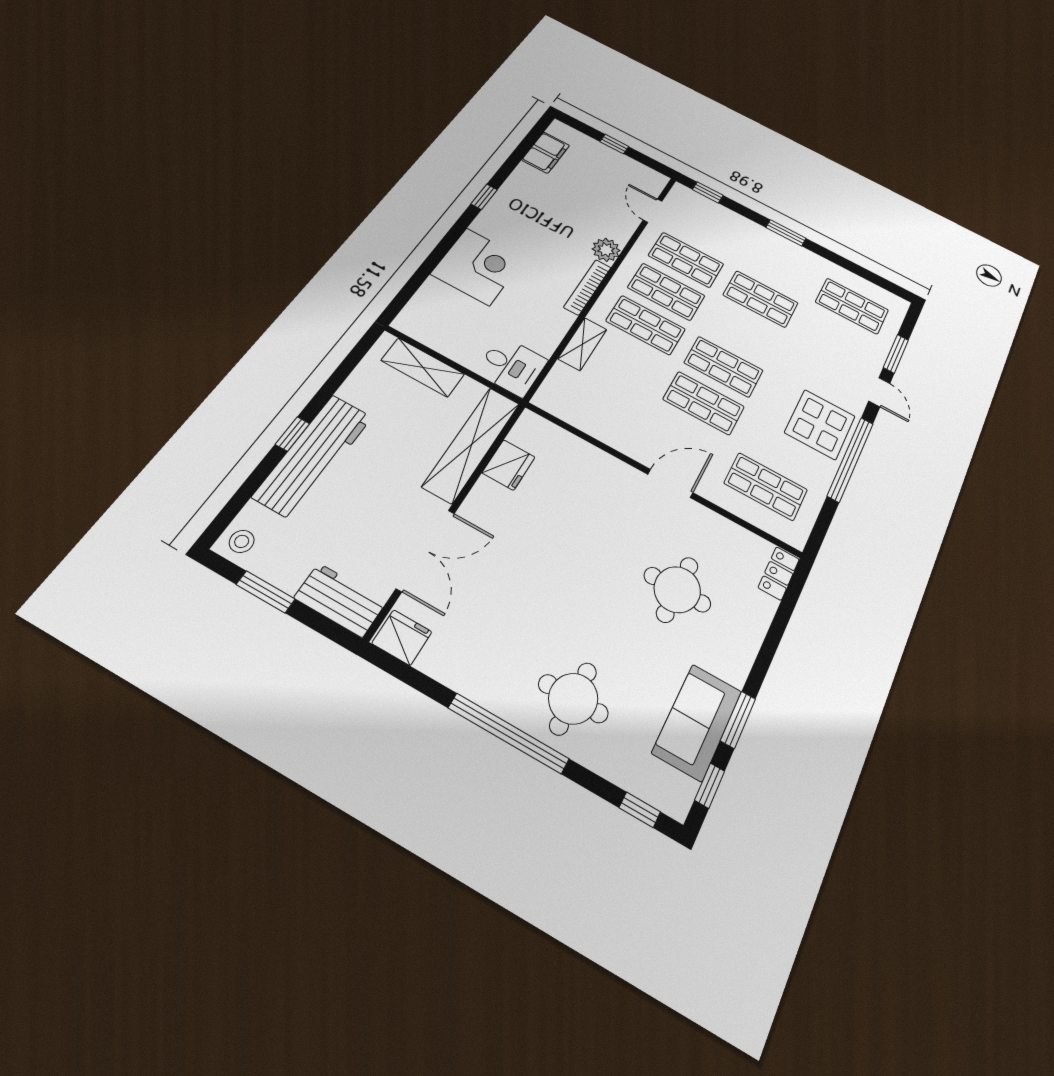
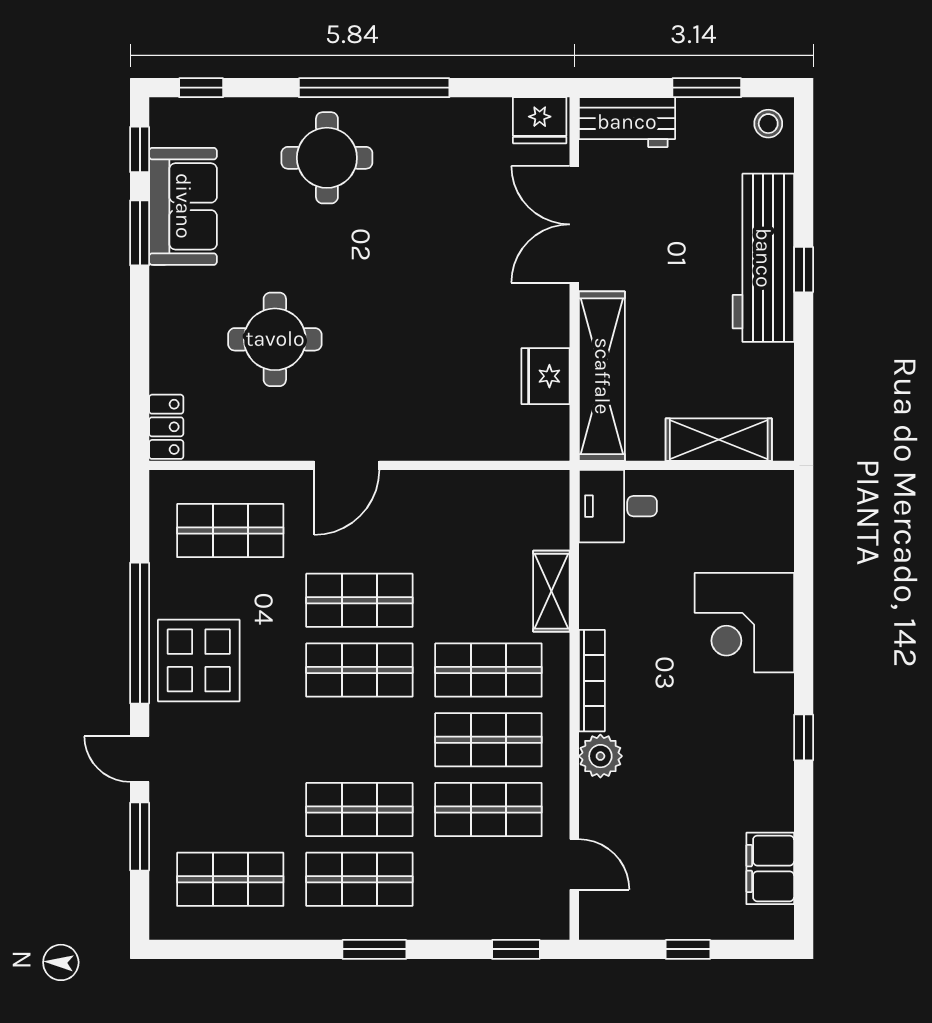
shop shelf: (778, 267) -> (359, 879), added

